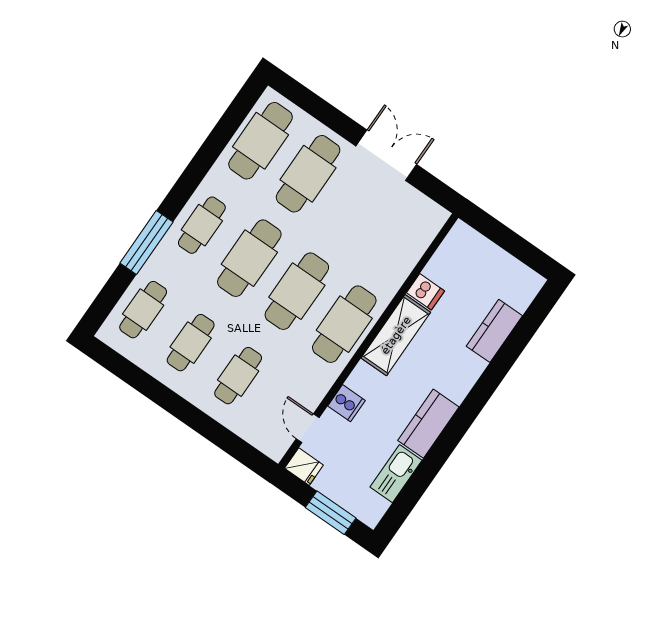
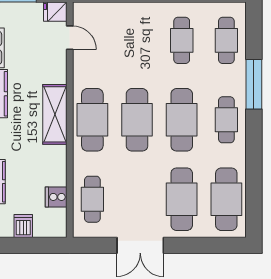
dishwasher: (426, 292) -> (23, 226), moved, turned 90
shelving: (396, 335) -> (55, 114), moved
cafe table: (238, 376) -> (92, 199), moved
cooker: (347, 403) -> (56, 197), moved

